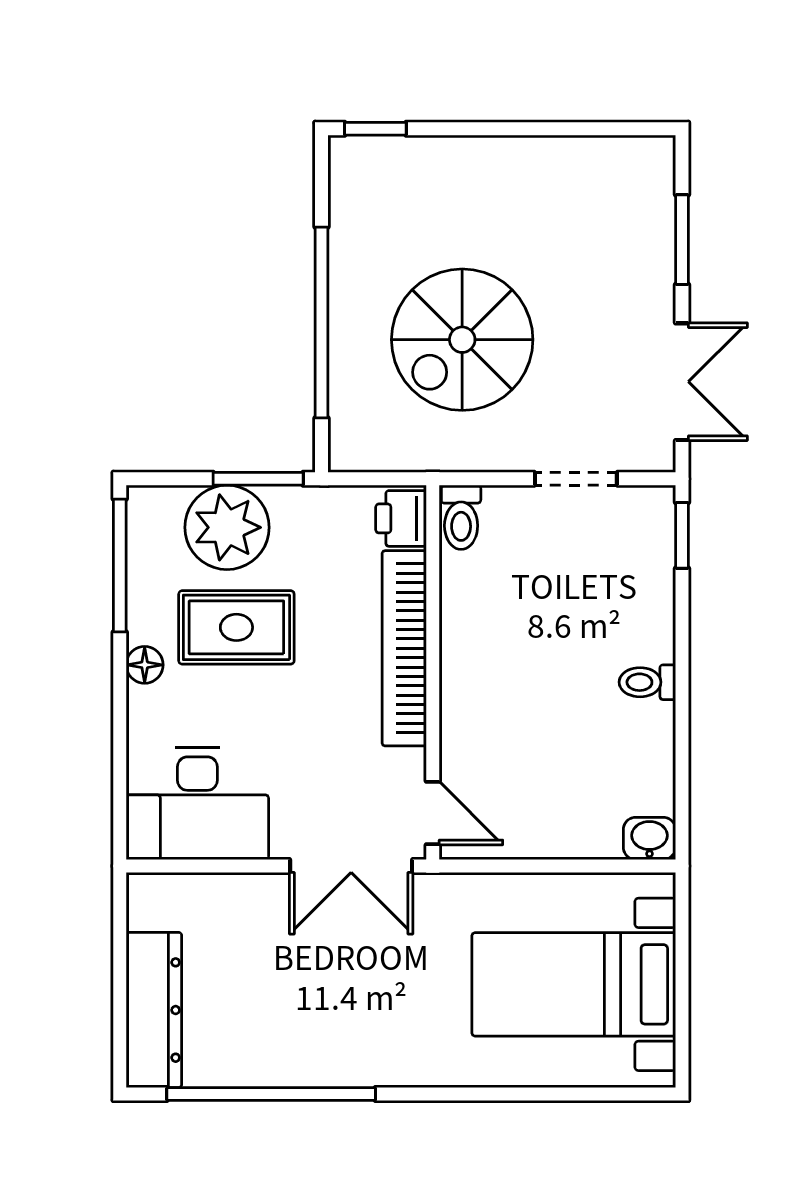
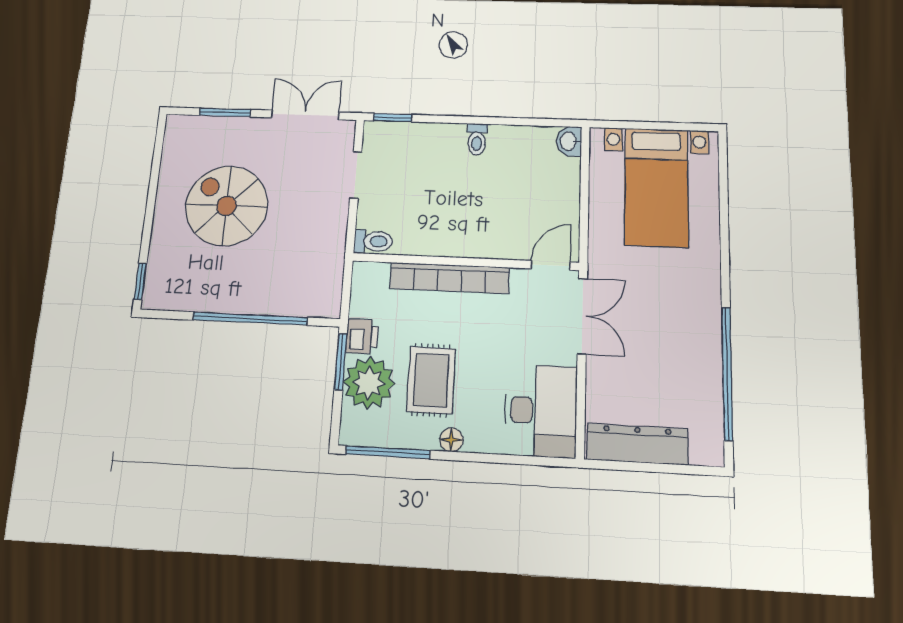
spiral stairs: (462, 340) -> (227, 206), moved, turned 180
printer: (401, 518) -> (362, 336), moved, turned -90
dresser: (154, 1010) -> (637, 444), moved

